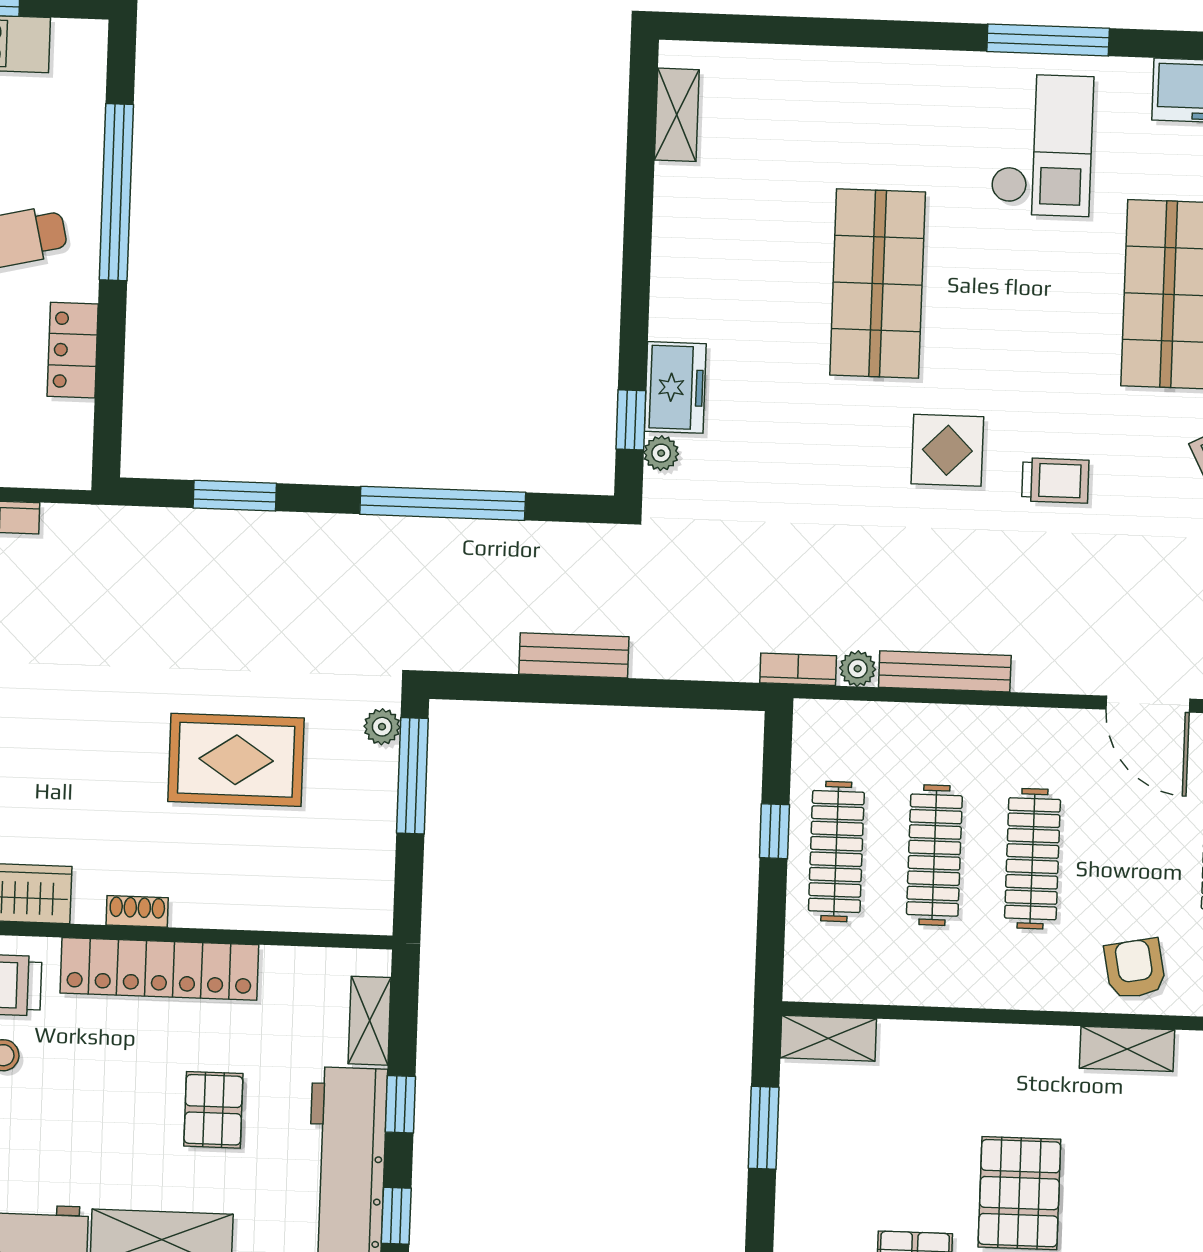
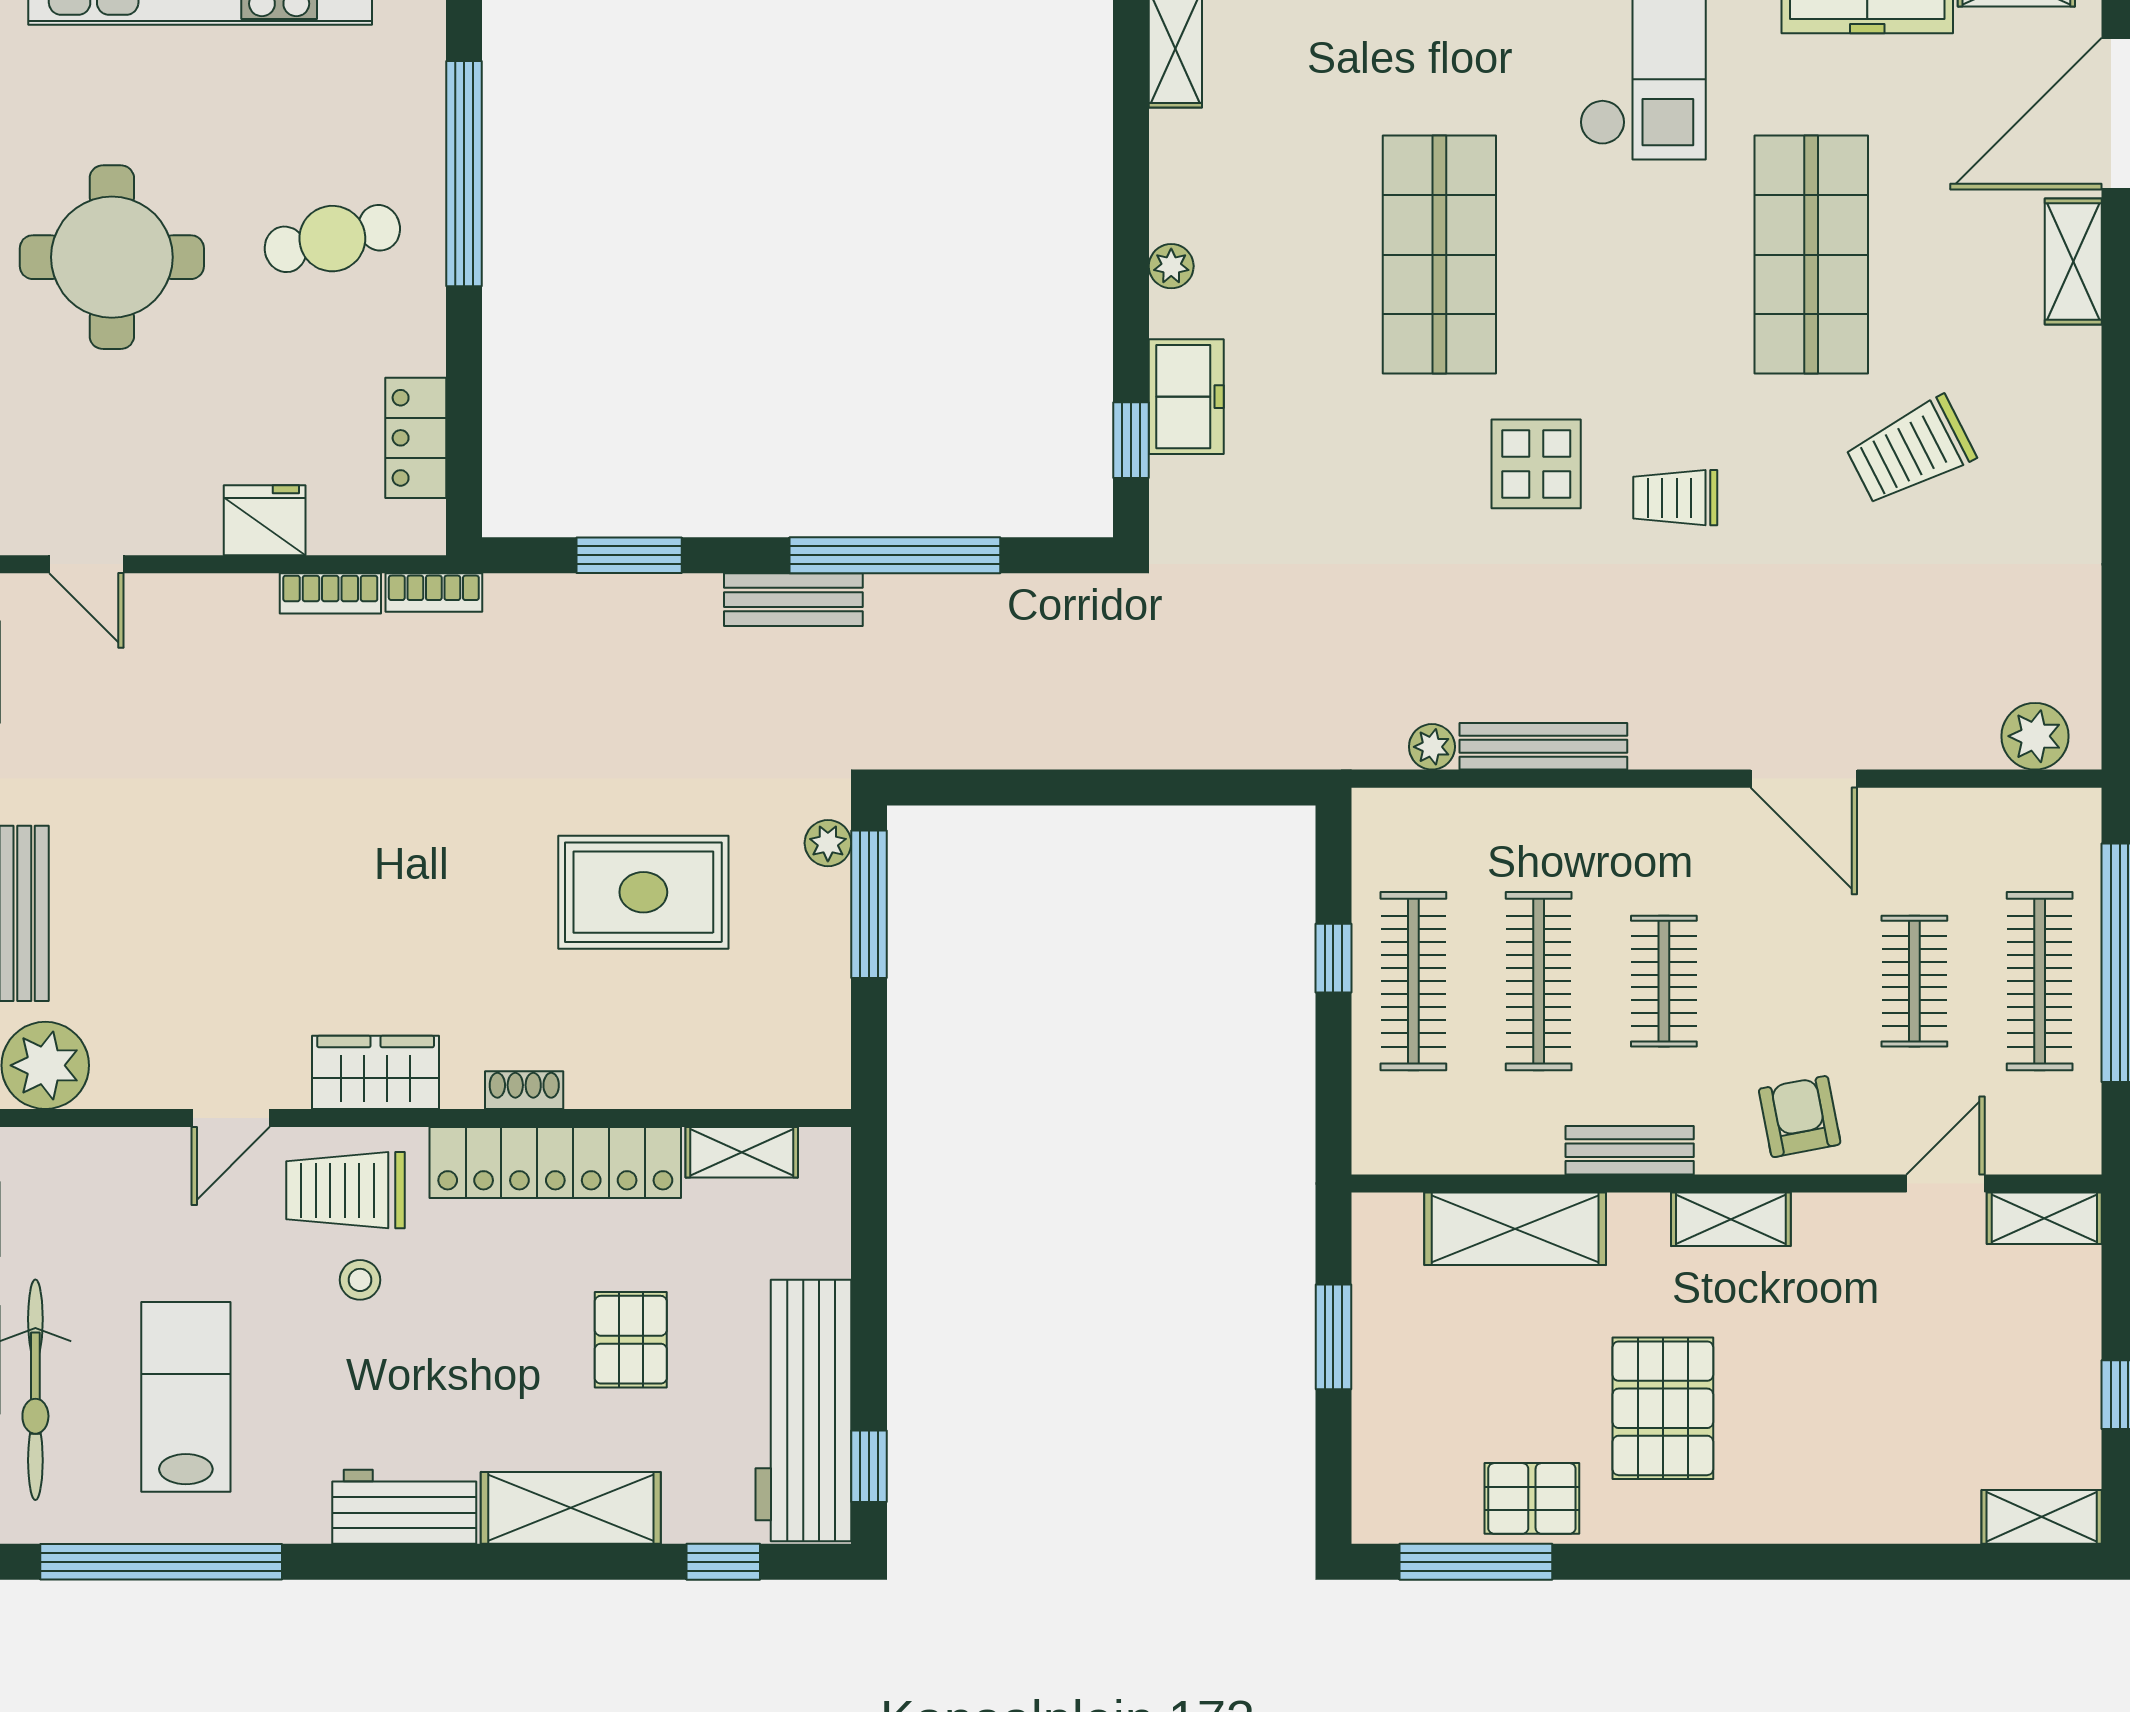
locker: (73, 350) -> (416, 438), moved
plant: (661, 453) -> (1171, 266), moved
trolley: (1055, 481) -> (1675, 498), turned 180
bench: (574, 655) -> (793, 600), moved
bookcase: (798, 669) -> (434, 592), moved, turned 180
clothes rail: (1032, 859) -> (1664, 981), width x0.73
bench: (1001, 990) -> (1630, 1150), added
shelving: (370, 1021) -> (742, 1152), moved, turned 90
shelving: (828, 1038) -> (1515, 1229), moved, width x1.50, depth x1.33
shelving: (1127, 1049) -> (1731, 1219), moved
window: (400, 1104) -> (869, 1324), removed

